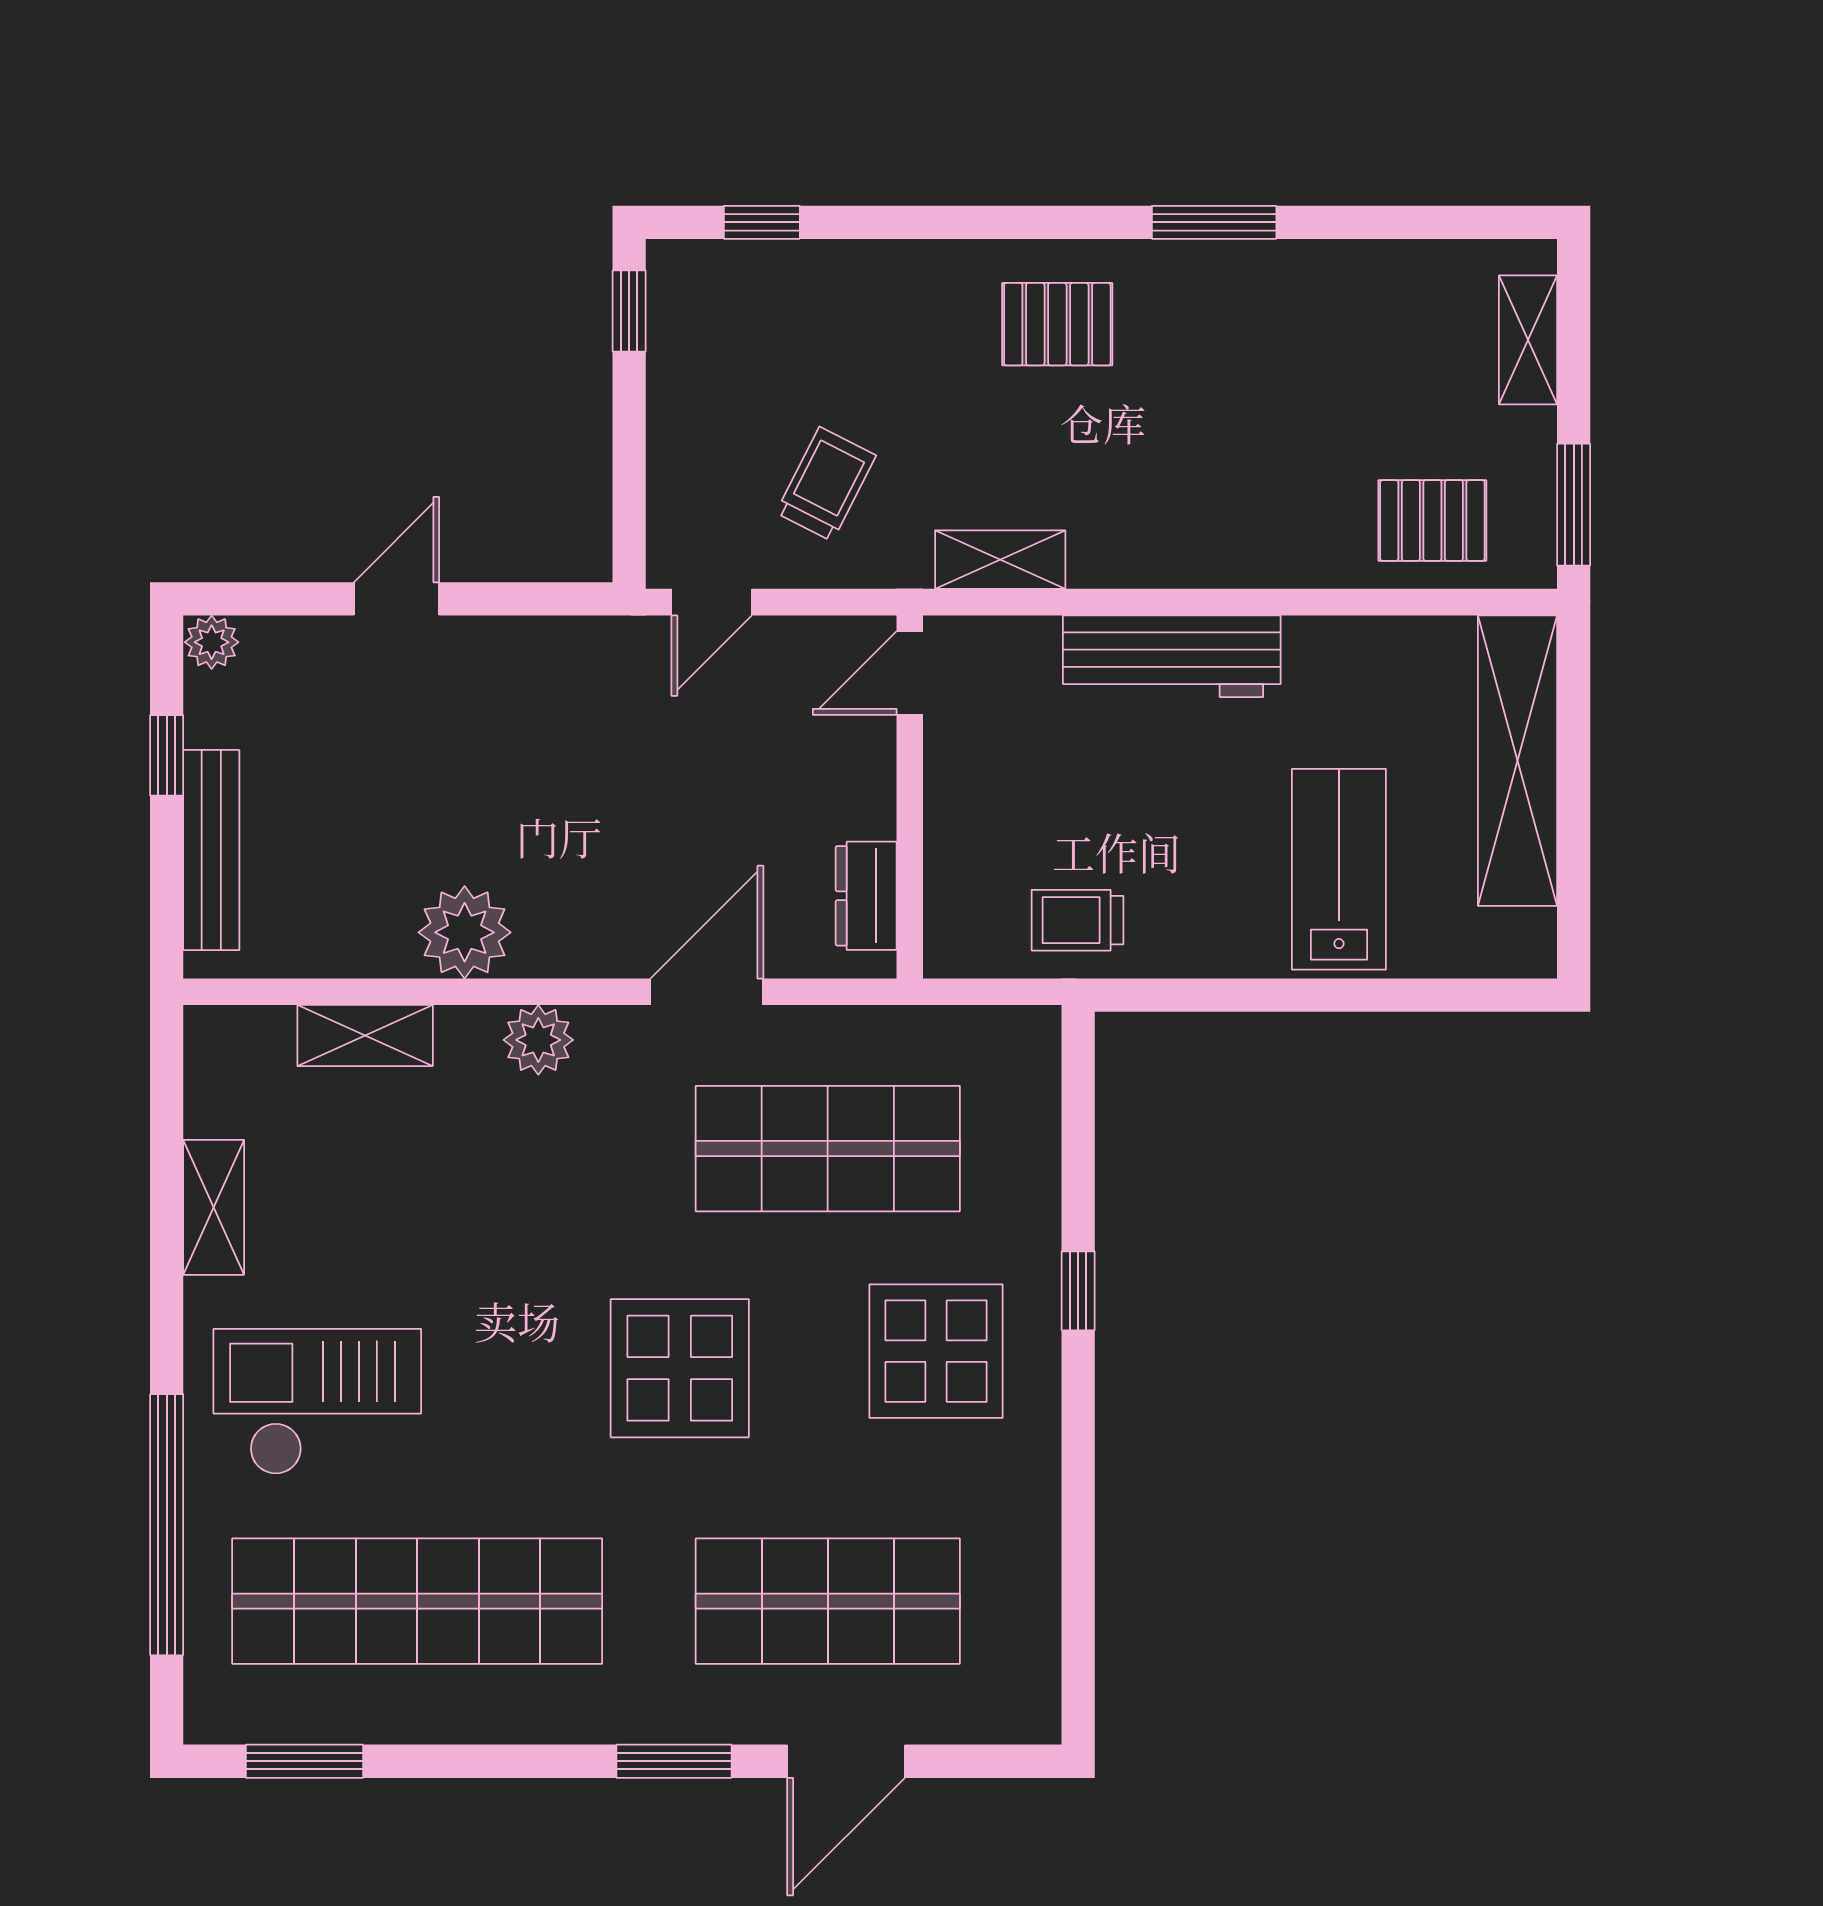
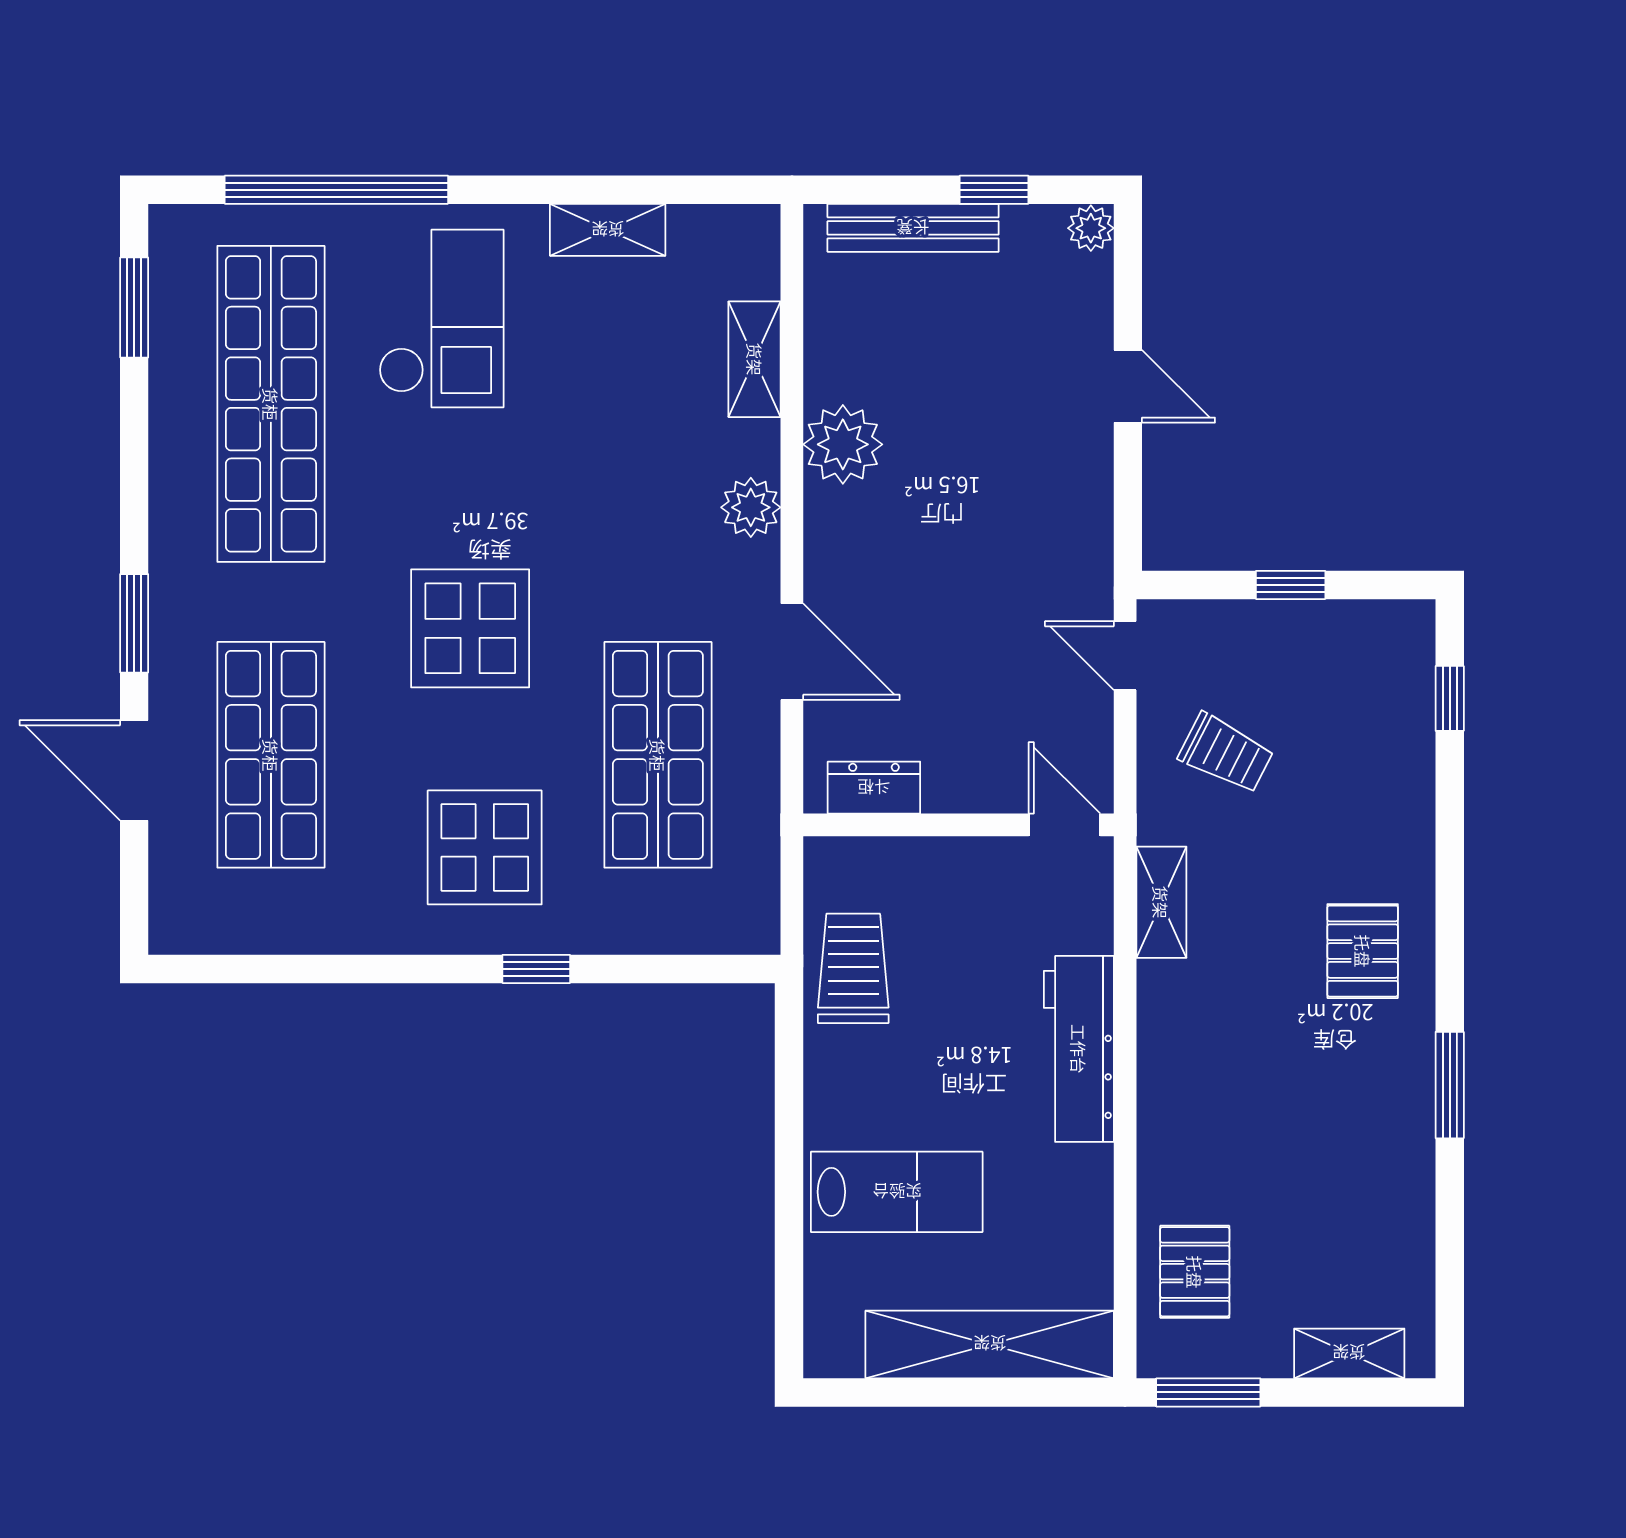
window: (629, 311) -> (1291, 585), moved
trolley: (1077, 920) -> (853, 968), width x1.36, depth x1.39

